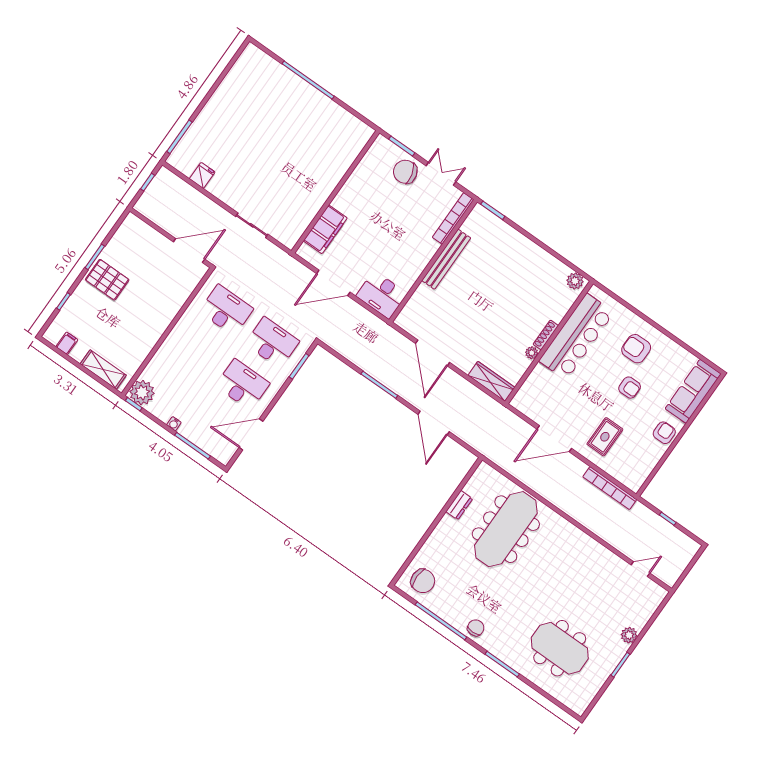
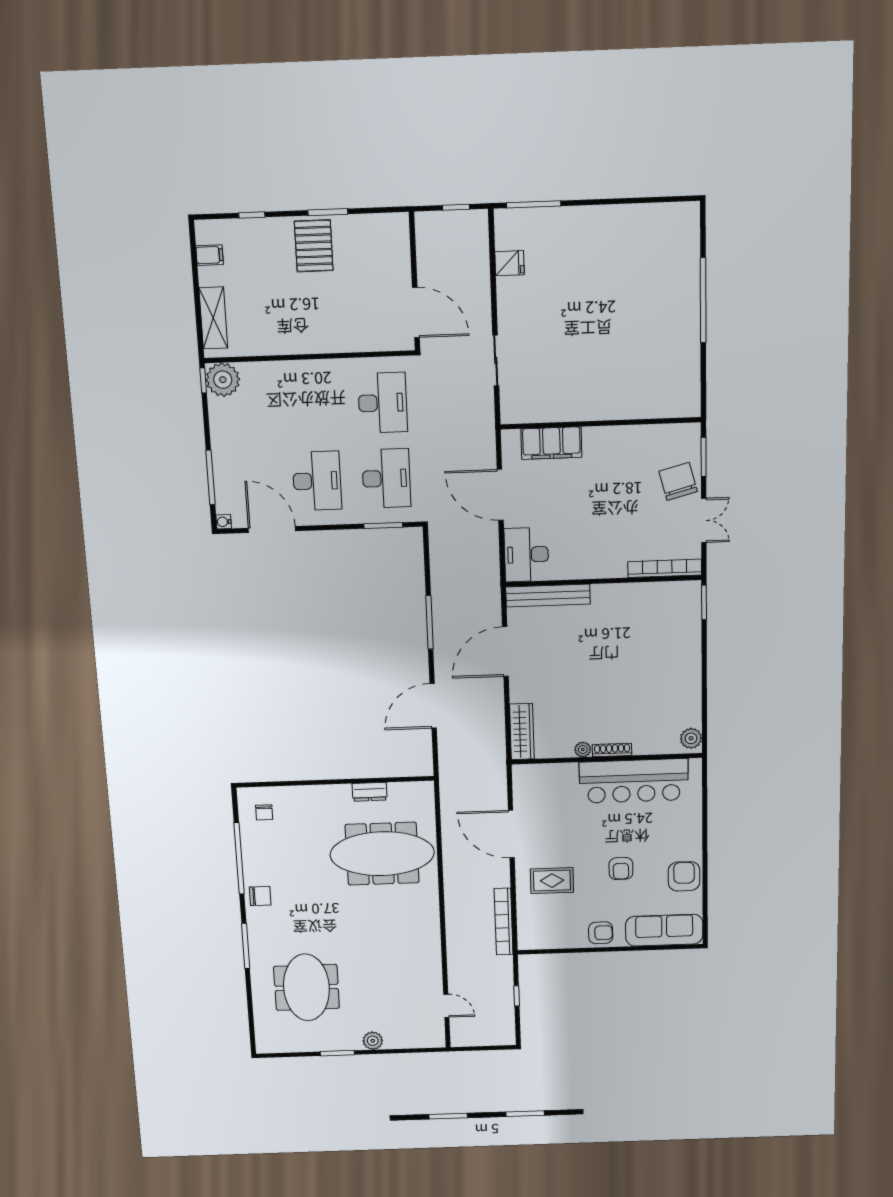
bench: (446, 259) -> (548, 596), moved
armchair: (636, 349) -> (684, 876), moved
water cooler: (174, 424) -> (224, 522), moved
chair: (423, 581) -> (264, 812), width x0.54, depth x0.54

